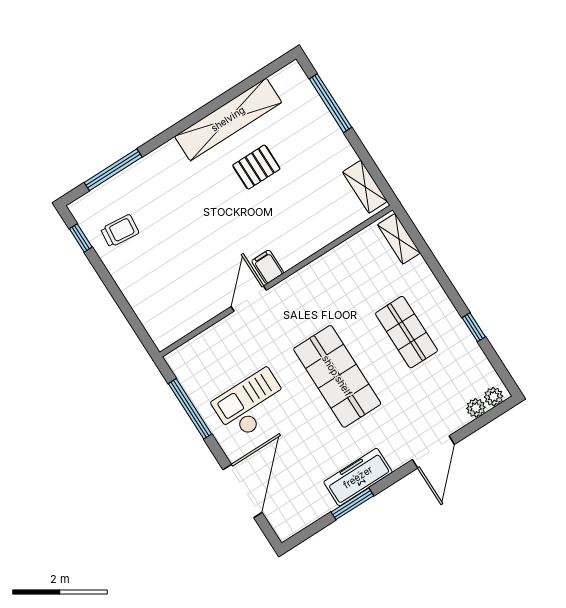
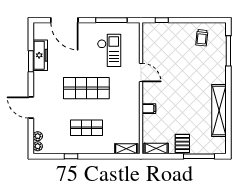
pallet: (256, 167) -> (182, 144), moved
window: (81, 238) -> (162, 20), moved
filing cabinet: (268, 267) -> (149, 109), moved
checkout: (251, 404) -> (109, 50), moved
freezer: (358, 477) -> (40, 55), moved

